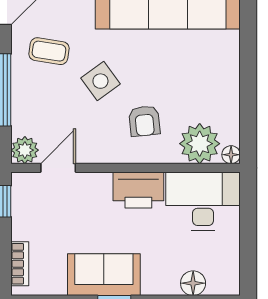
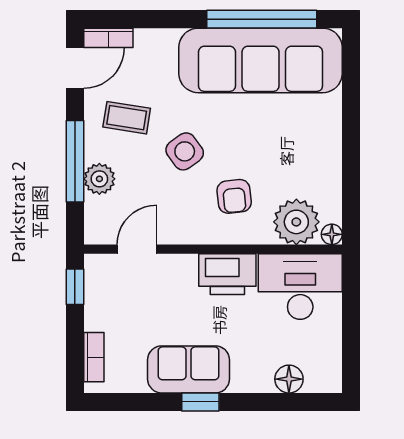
plant: (25, 150) -> (99, 179), moved

